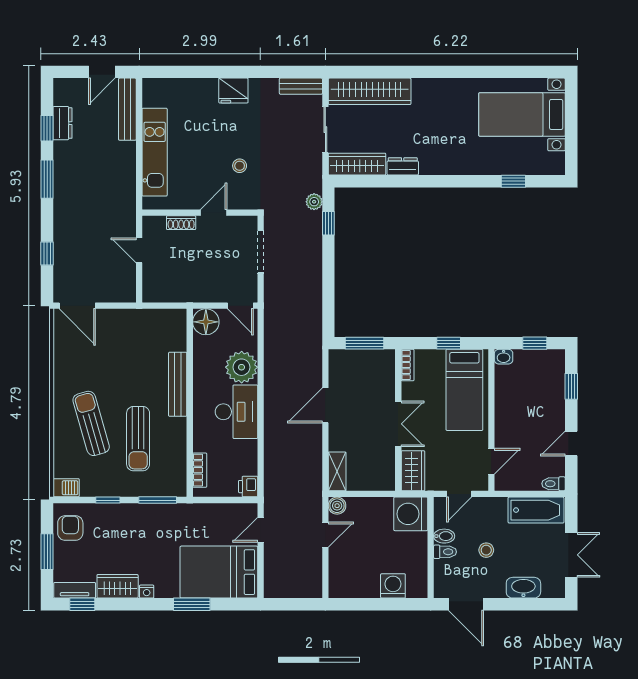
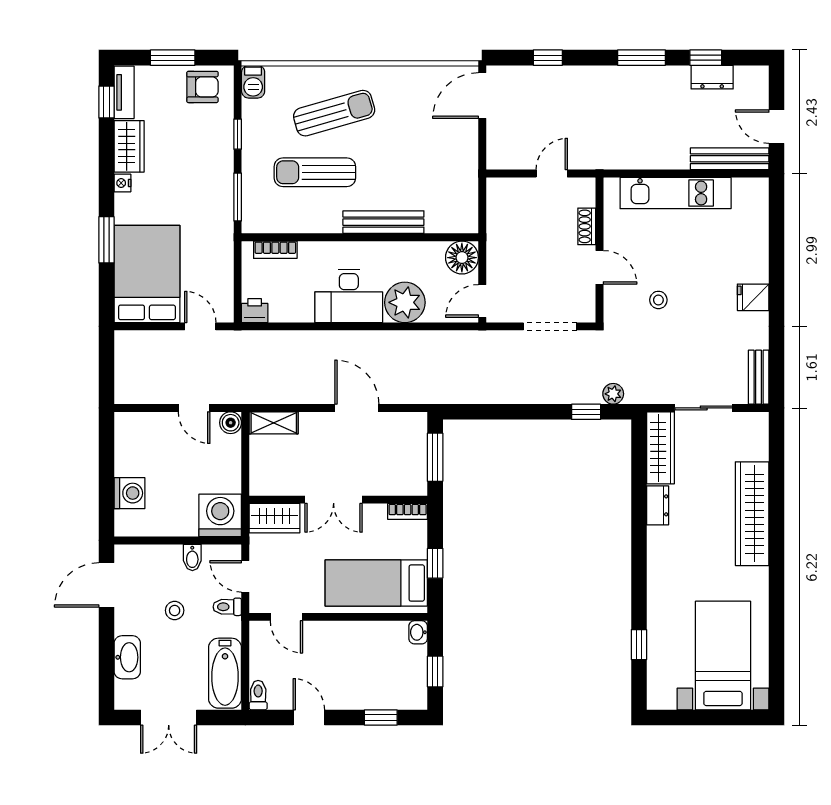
fridge: (233, 91) -> (753, 297), width x0.72
wardrobe: (370, 91) -> (752, 514), moved
toilet: (445, 552) -> (227, 607), moved, turned 90

